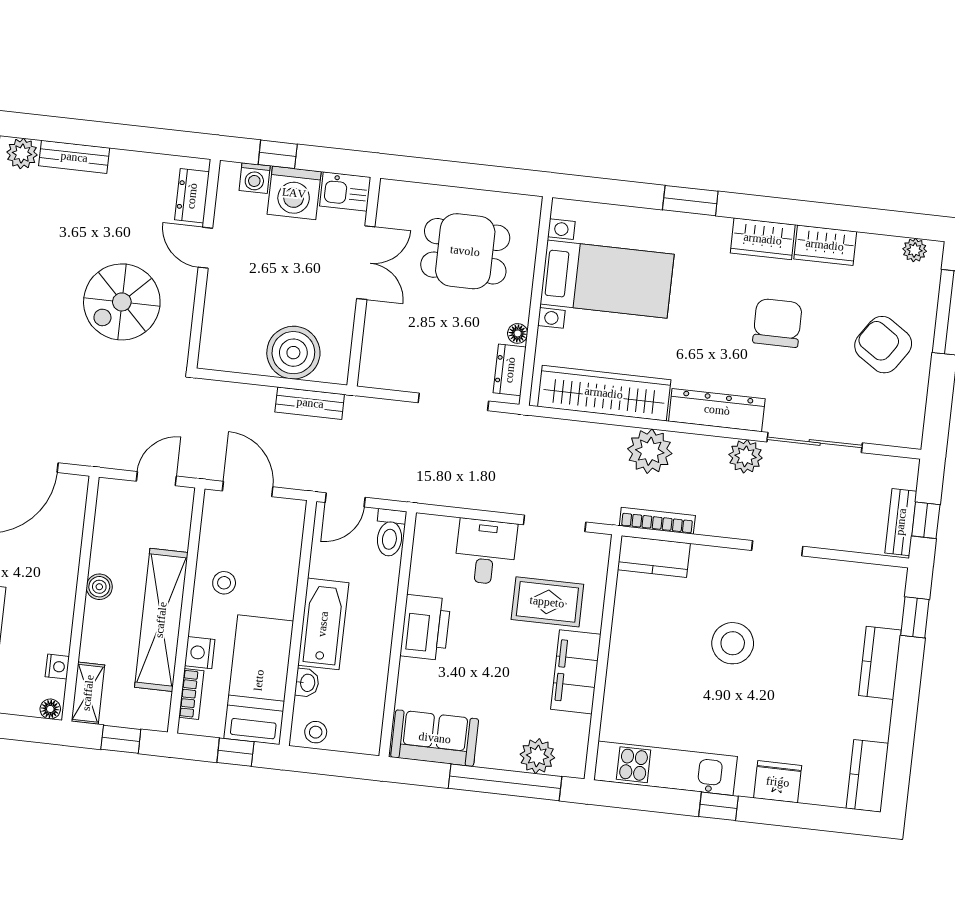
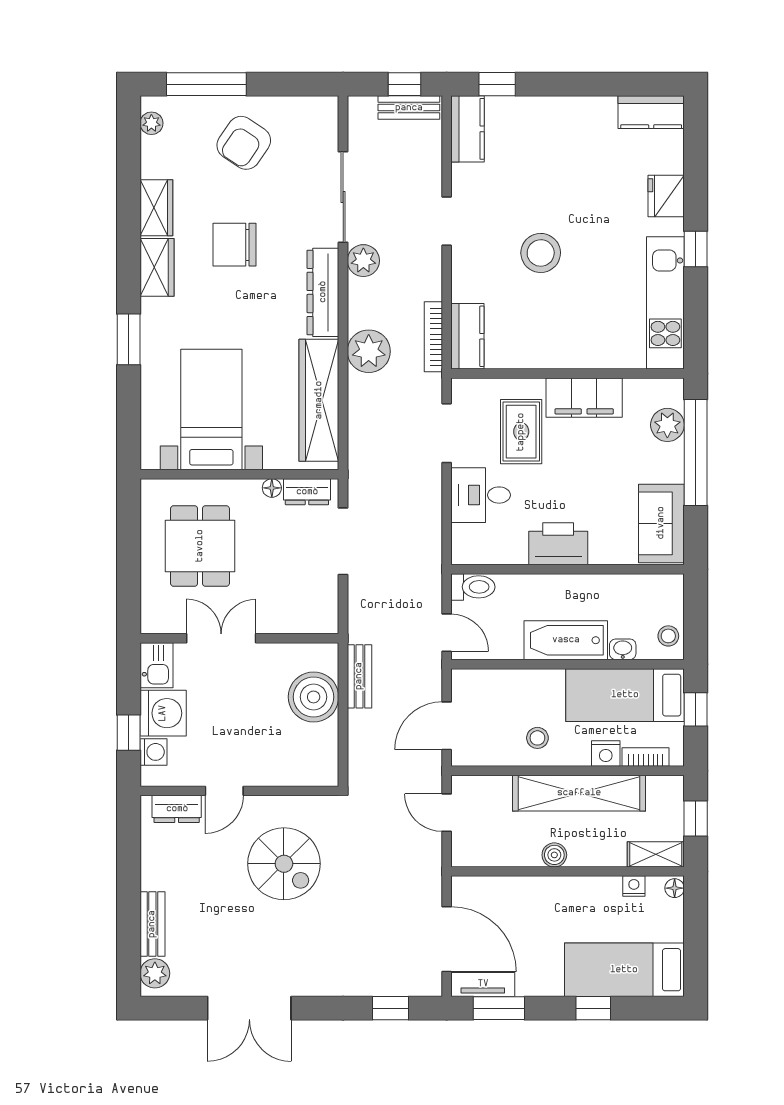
kitchen counter: (880, 663) -> (468, 129), moved, turned -90

